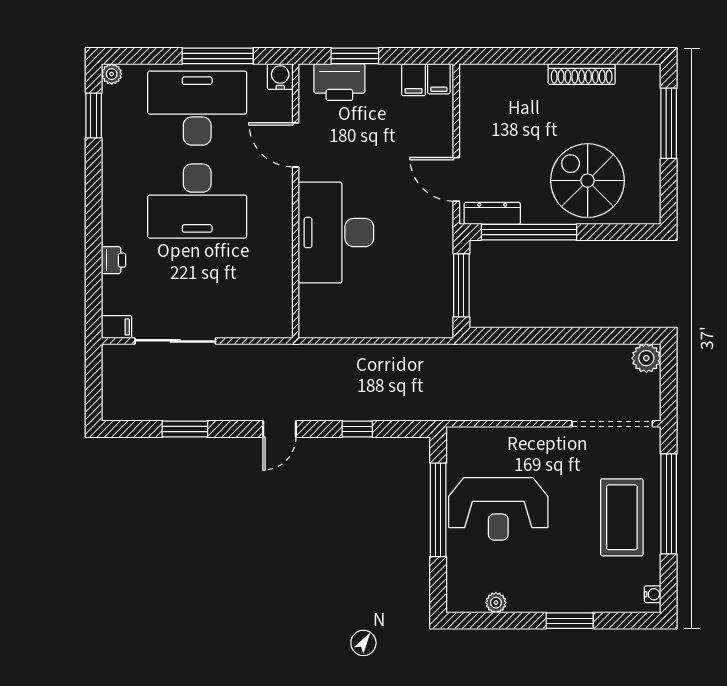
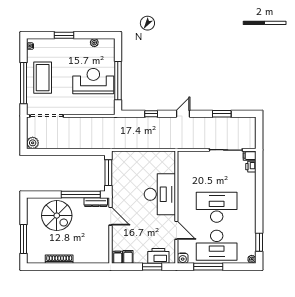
printer: (114, 260) -> (251, 167), moved

